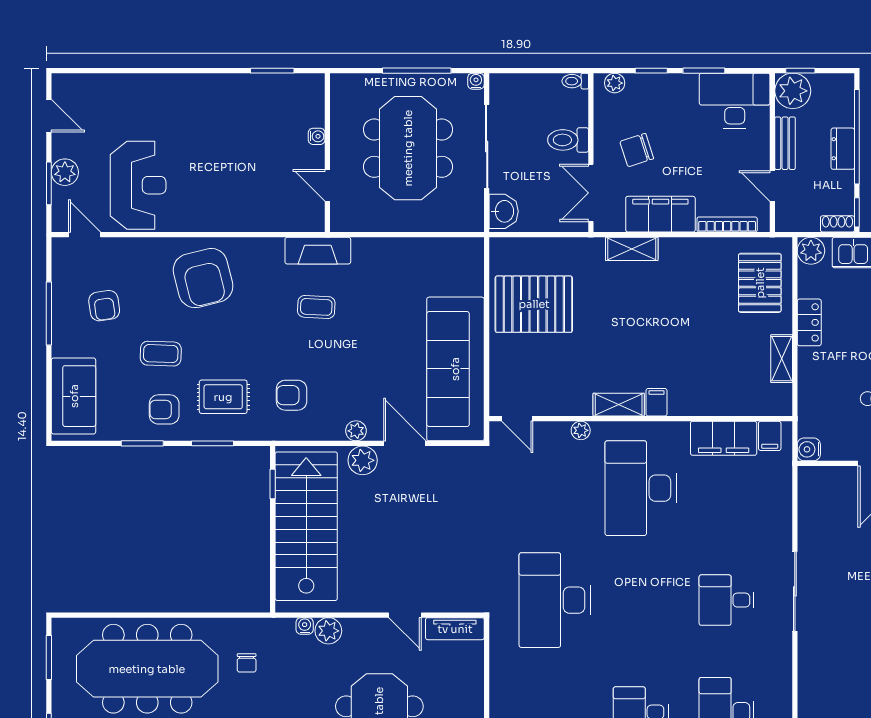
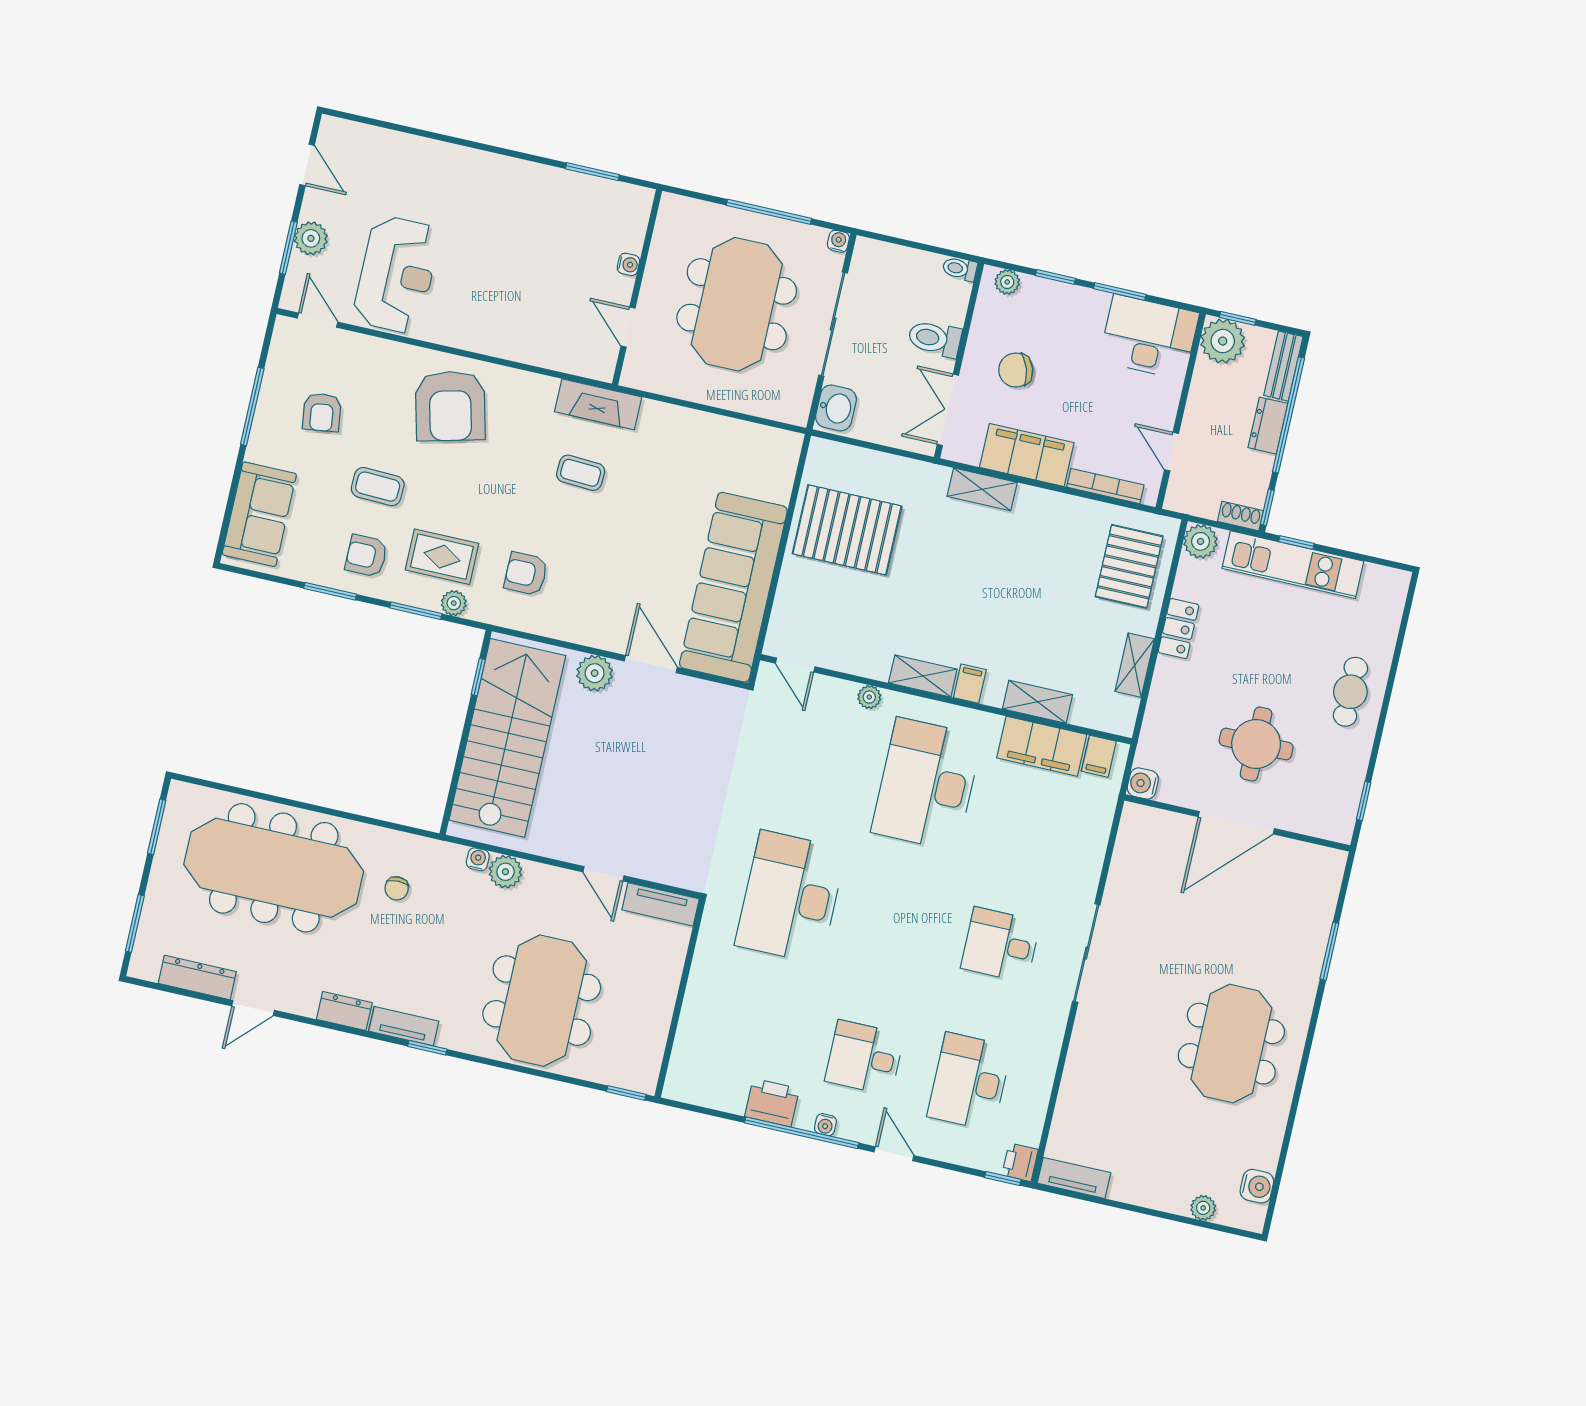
bench: (785, 143) -> (1283, 366), moved
shelving: (712, 404) -> (1038, 702), added
plant: (356, 431) -> (454, 603), moved

